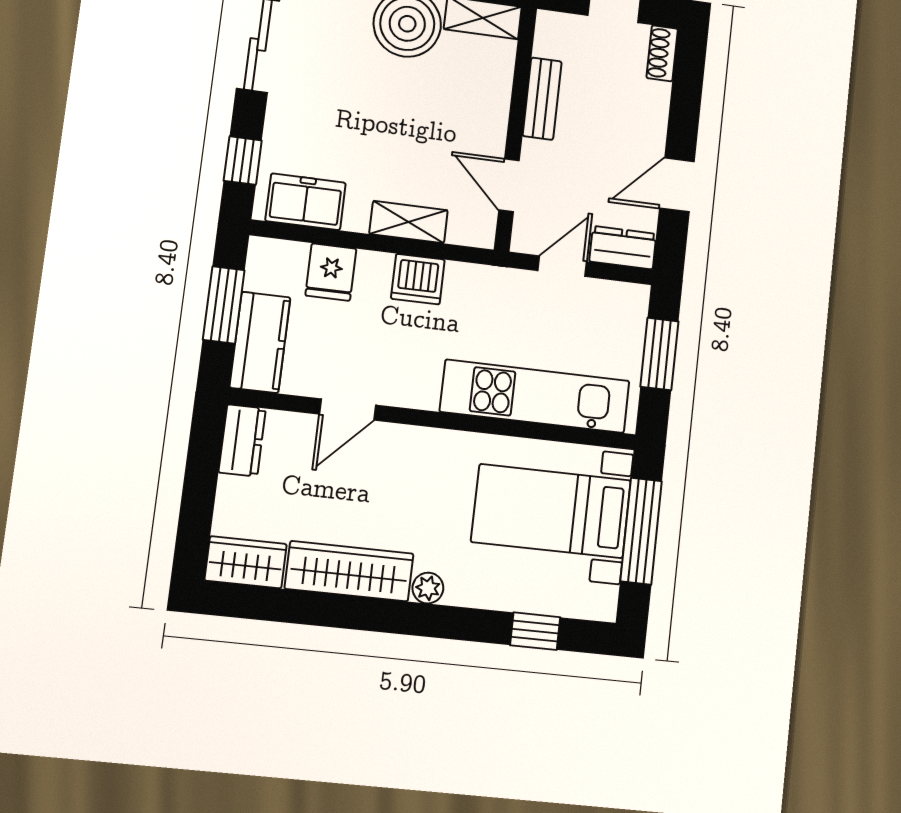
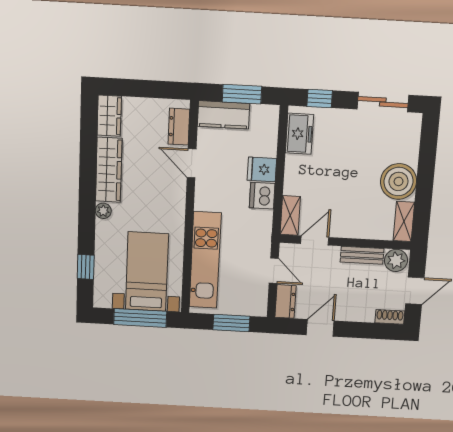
plant: (555, 36) -> (396, 260), added
door: (677, 185) -> (320, 328), hinge flipped
shelving: (409, 222) -> (290, 215), moved
fridge: (331, 272) -> (262, 169), moved
dresser: (242, 440) -> (179, 127), moved, turned 90

